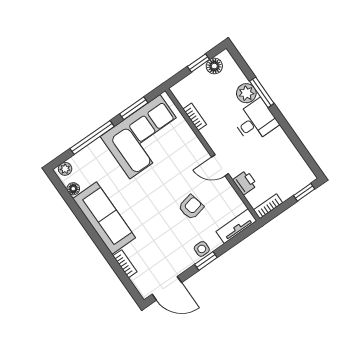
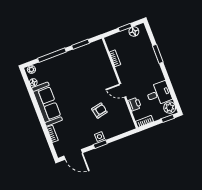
plant: (246, 93) -> (170, 108), moved
desk: (255, 121) -> (159, 94), moved
corner sofa: (145, 137) -> (83, 63), removed
tv unit: (236, 226) -> (123, 128), removed

